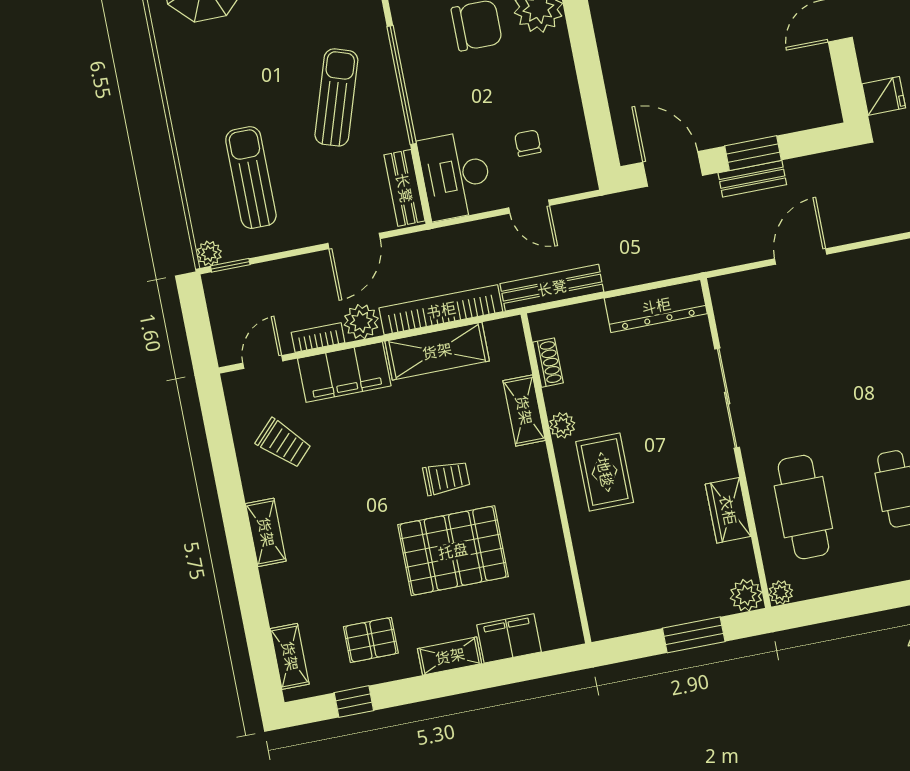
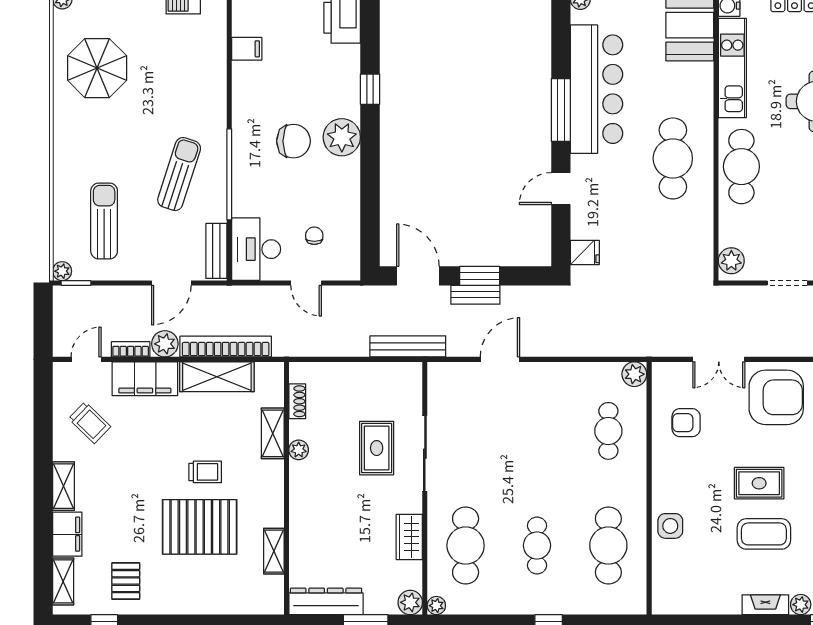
bench: (552, 288) -> (408, 346), moved
dresser: (656, 306) -> (326, 601), moved, turned 180
rug: (605, 472) -> (377, 448), moved
filing cabinet: (509, 638) -> (67, 534), moved, turned 90
pallet: (371, 640) -> (126, 581), turned 90
shelving: (450, 656) -> (274, 551), moved, turned 90

